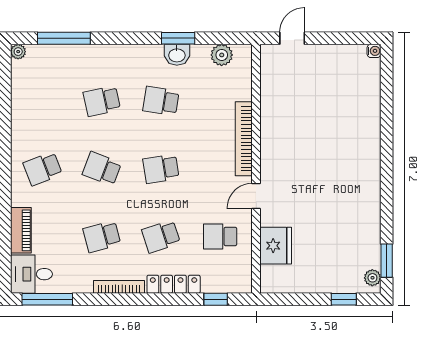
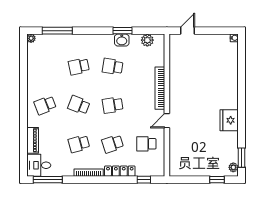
fridge: (276, 246) -> (229, 120), moved, turned 180

